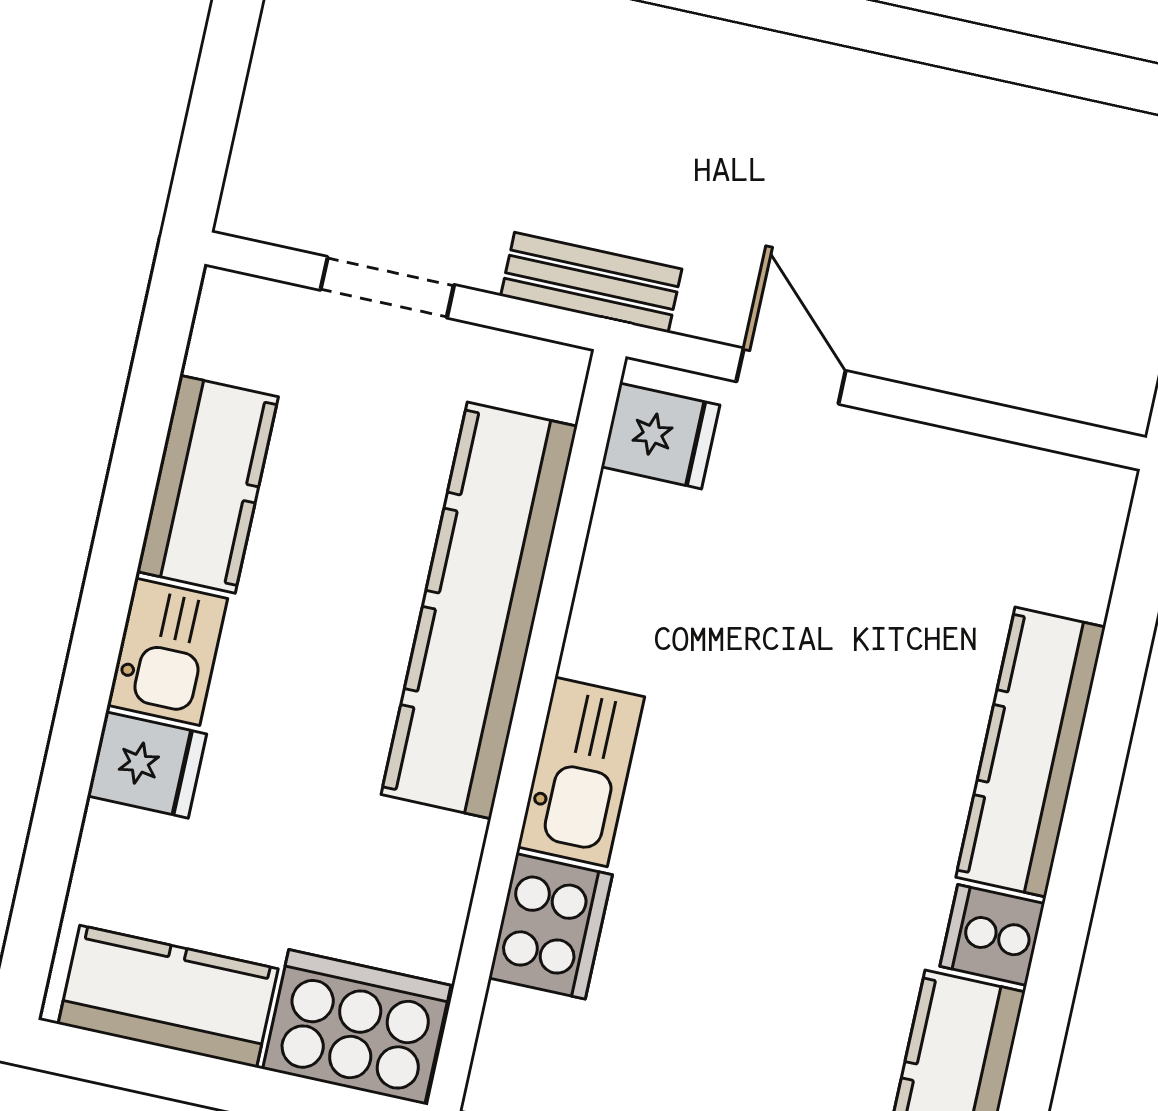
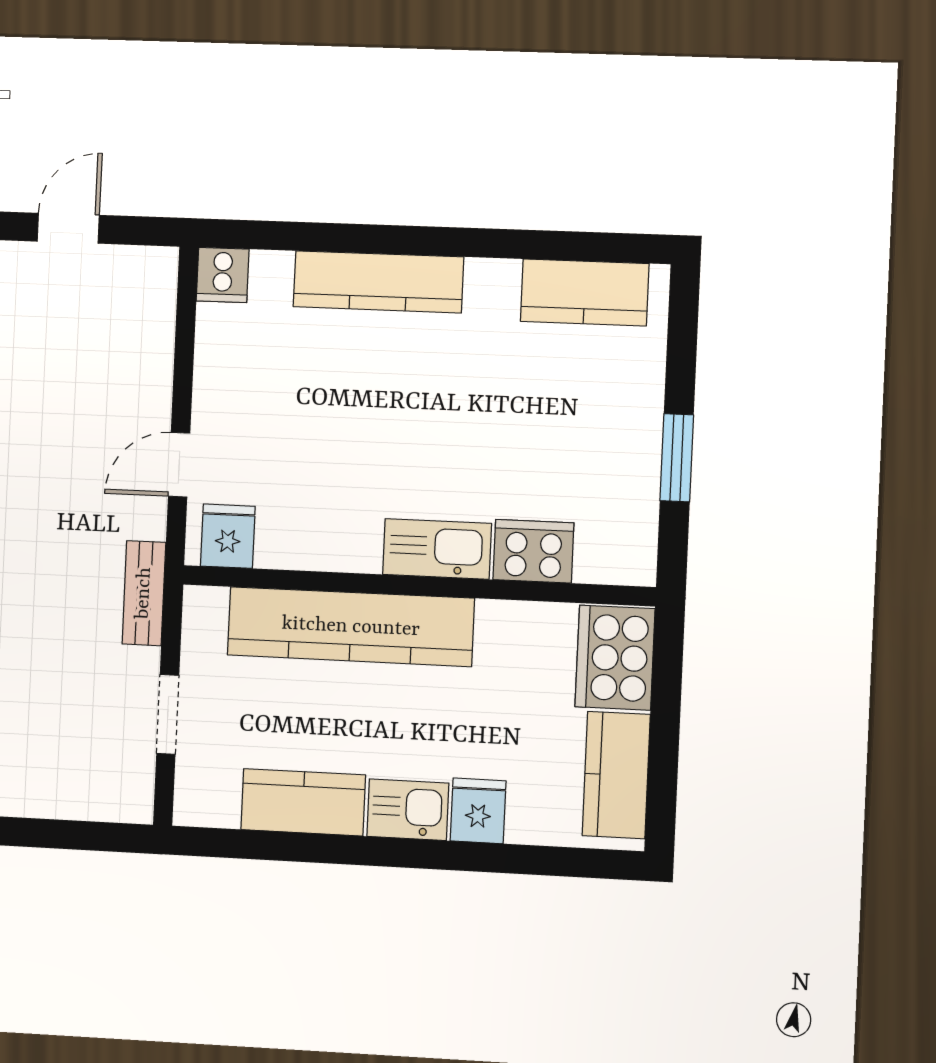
cooker: (992, 935) -> (223, 275), moved

